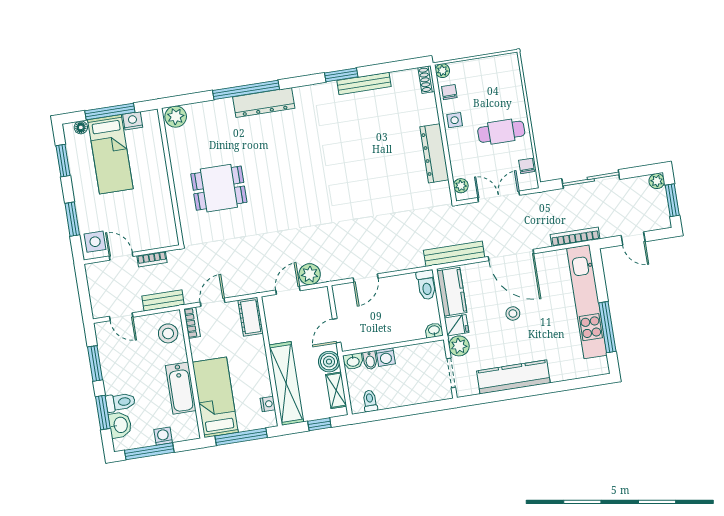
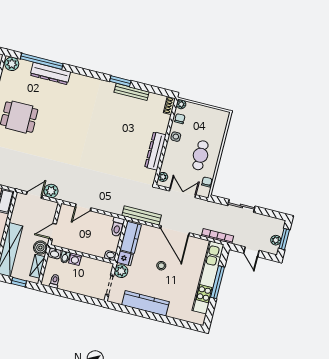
window: (246, 90) -> (42, 61), moved
dresser: (264, 103) -> (50, 74), moved
cafe table: (501, 132) -> (200, 155), turned 90
sliding door: (591, 179) -> (241, 206), width x0.73
plant: (657, 181) -> (276, 240), moved
window: (607, 327) -> (218, 282), moved

